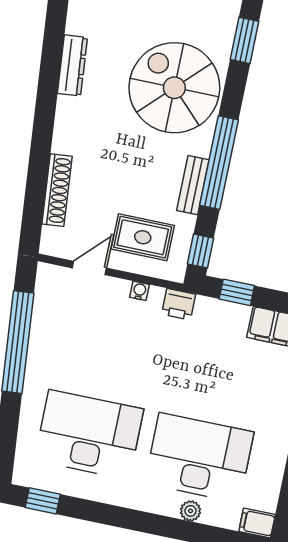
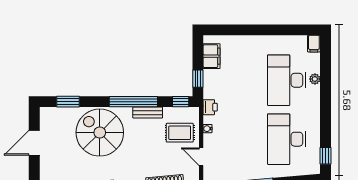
spiral stairs: (174, 88) -> (100, 133), turned 90
rug: (143, 237) -> (180, 133), turned 90

